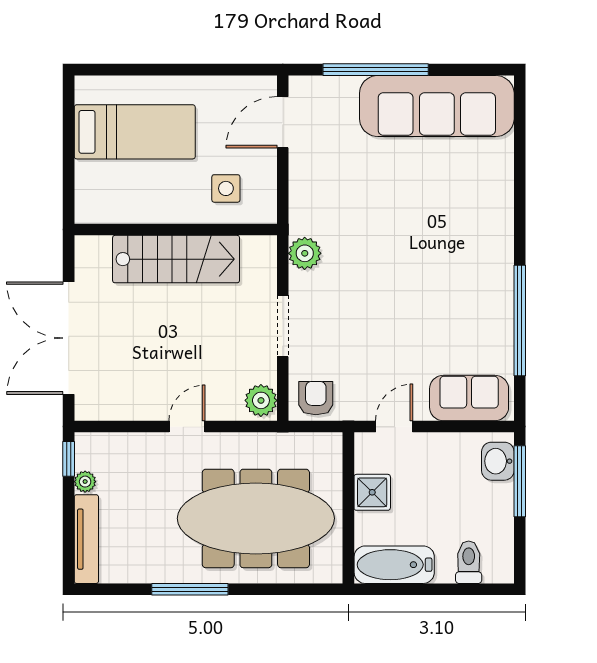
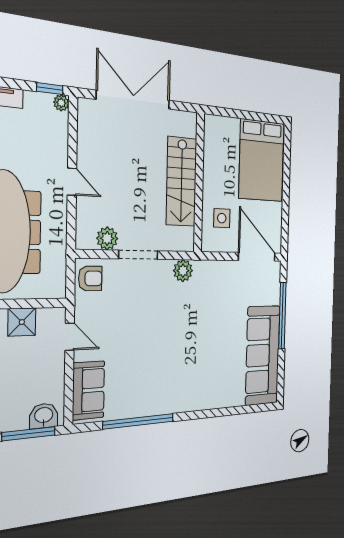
door: (283, 122) -> (257, 257), width x1.36
bed: (135, 132) -> (262, 161), width x1.50
plant: (261, 400) -> (107, 238), moved
plant: (85, 482) -> (61, 103), moved

